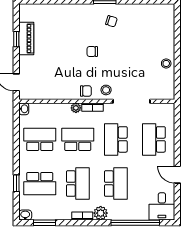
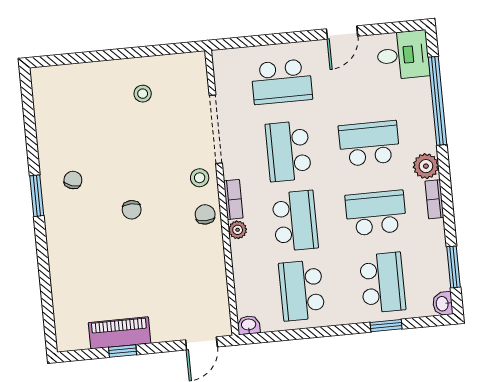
stool: (166, 63) -> (143, 94), moved
school desk: (78, 139) -> (295, 221), turned 180
school desk: (116, 139) -> (288, 151), turned 90

